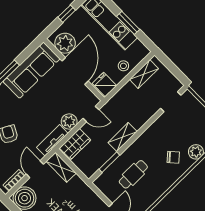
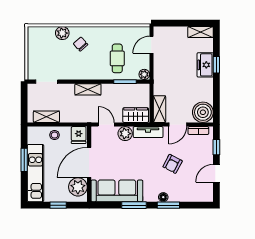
shelving: (123, 137) -> (88, 89), moved
cafe table: (133, 174) -> (117, 58), turned 90
plant: (100, 183) -> (144, 74), added

